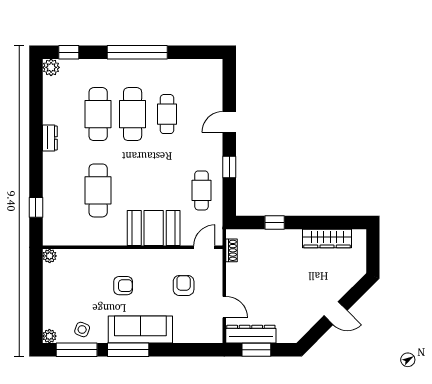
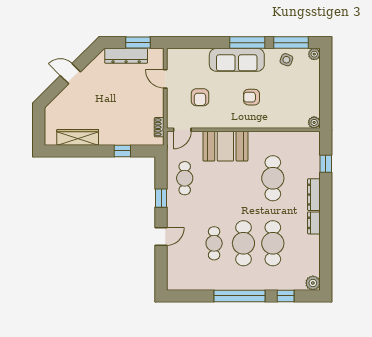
window: (69, 52) -> (286, 296), moved
dresser: (50, 171) -> (314, 195), added
dresser: (251, 334) -> (126, 56), moved

